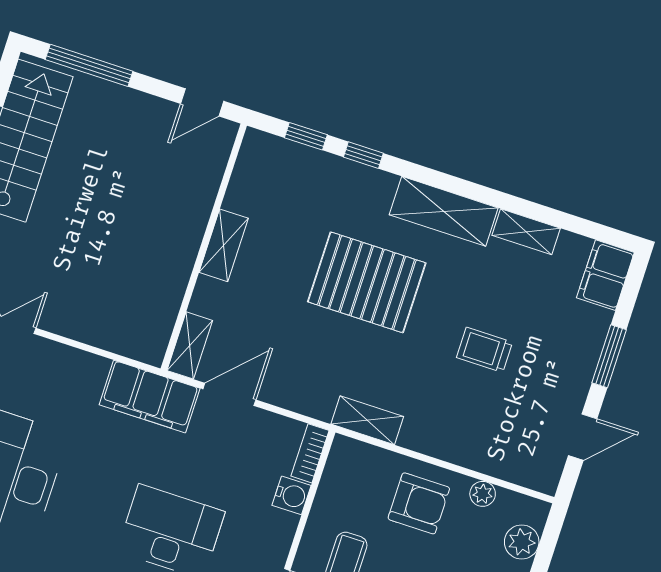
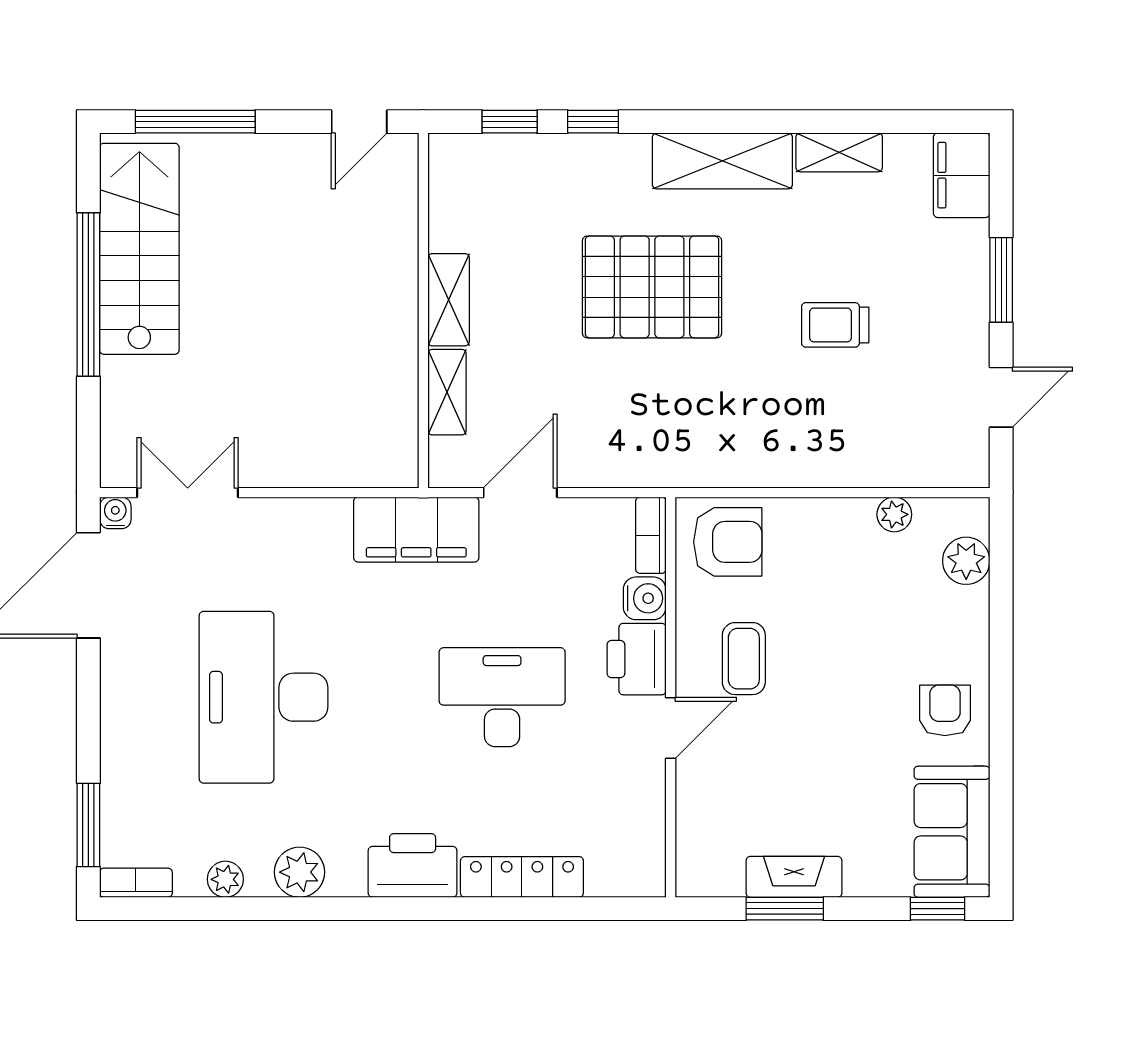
shelving: (190, 345) -> (447, 392), moved
shelving: (367, 420) -> (712, 467), removed
armchair: (419, 503) -> (728, 542), moved
printer: (272, 535) -> (637, 659), added

